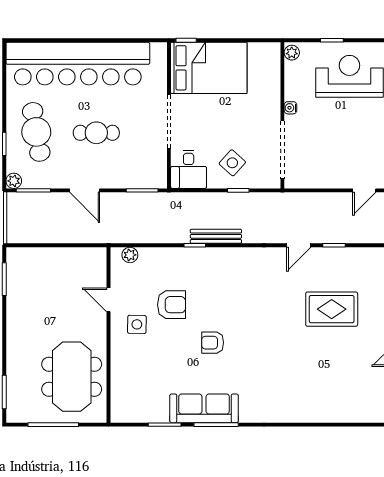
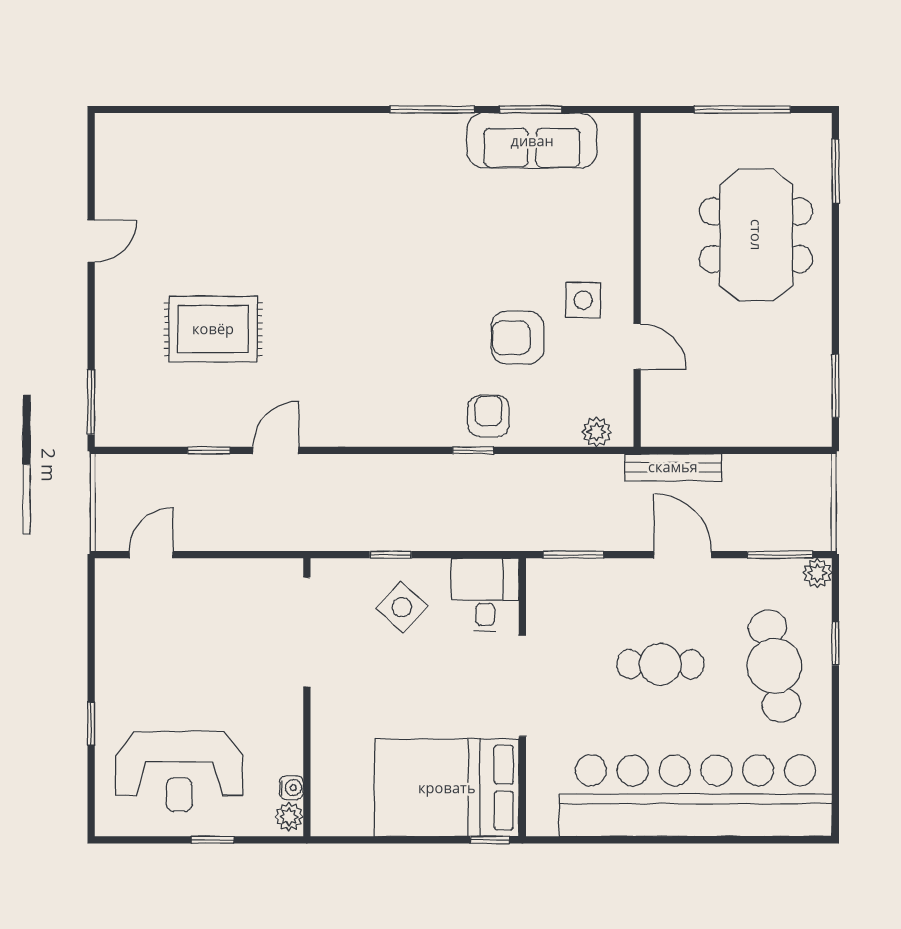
water cooler: (290, 108) -> (291, 788), moved
bench: (216, 236) -> (673, 467), moved
armchair: (213, 343) -> (489, 416), moved, turned -90
meeting table: (72, 377) -> (756, 235), moved
sofa: (204, 408) -> (532, 141), moved

